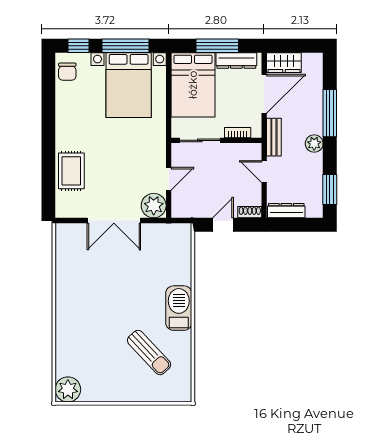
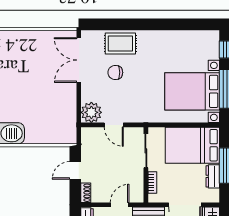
dresser: (236, 60) -> (213, 176), width x0.70
chair: (67, 72) -> (115, 72), moved
double door: (114, 221) -> (79, 60), moved
door: (223, 225) -> (75, 170), swing flipped

